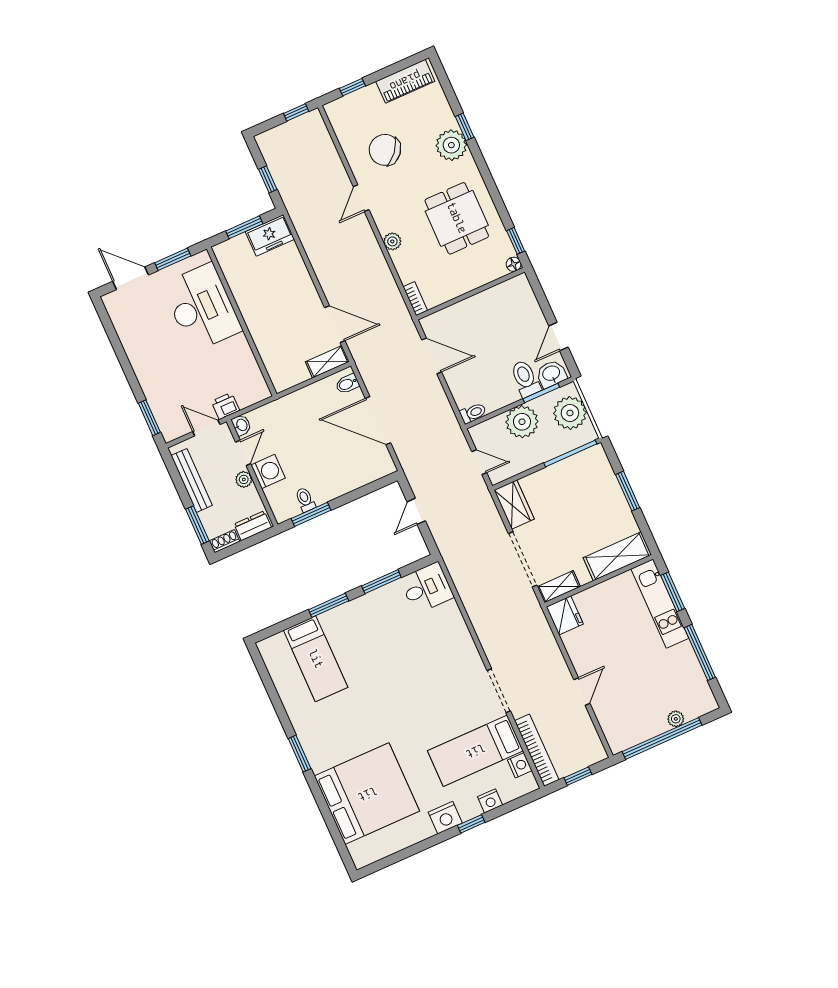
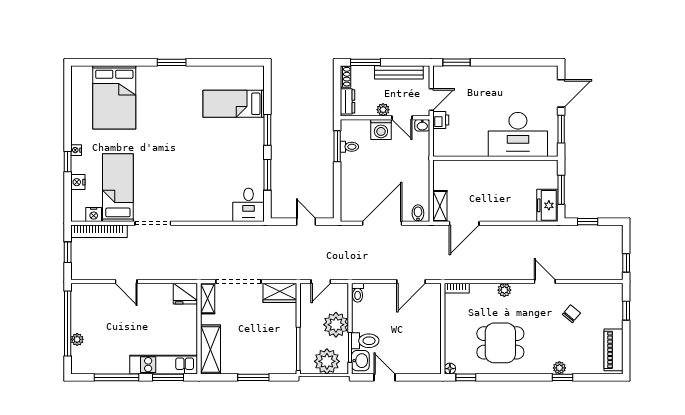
plant: (451, 145) -> (559, 368), width x0.53, depth x0.53
chair: (385, 150) -> (571, 314), width x0.54, depth x0.54
bed: (367, 794) -> (114, 97), width x0.73
nightstand: (445, 818) -> (76, 150), width x0.53, depth x0.56

